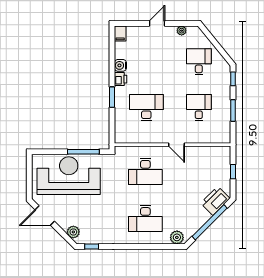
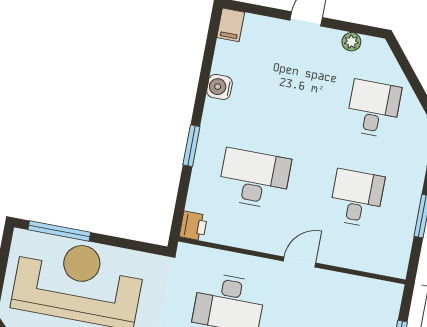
printer: (120, 79) -> (193, 226), moved
door: (176, 145) -> (300, 262), swing flipped
window: (83, 152) -> (59, 231), moved

